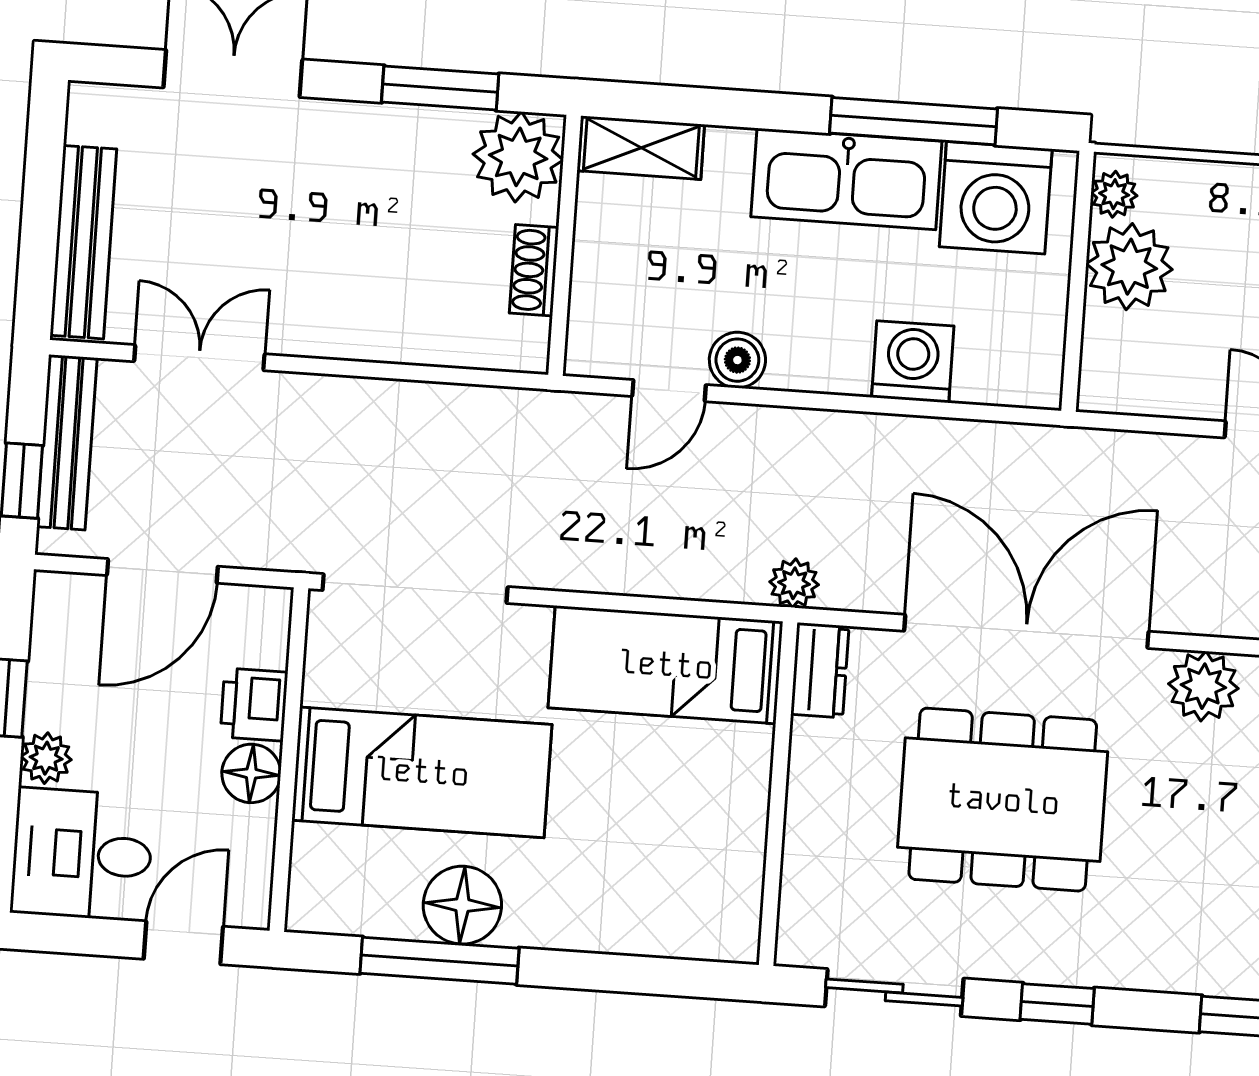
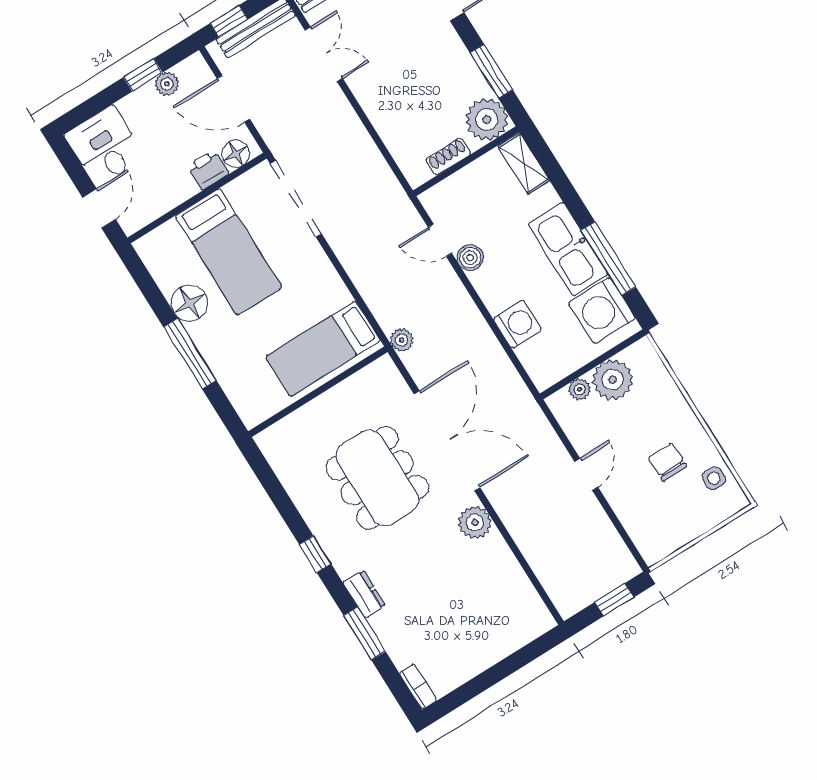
plant: (1114, 194) -> (579, 389), moved
bed: (666, 665) -> (323, 349), moved, turned -90
dresser: (820, 670) -> (364, 594), moved, turned -90
plant: (46, 758) -> (167, 84), moved
floor lamp: (251, 773) -> (236, 154), moved
door: (183, 943) -> (99, 208), hinge flipped
window: (439, 961) -> (190, 354), moved
sliding door: (894, 992) -> (275, 490), removed

